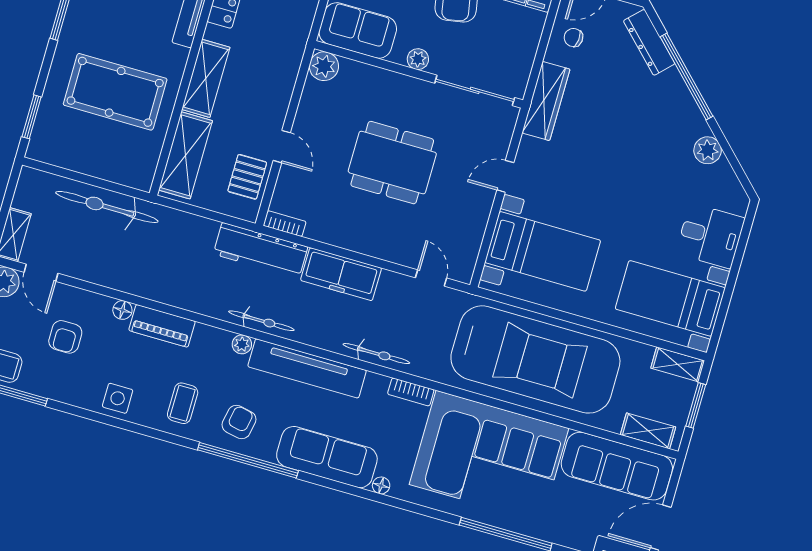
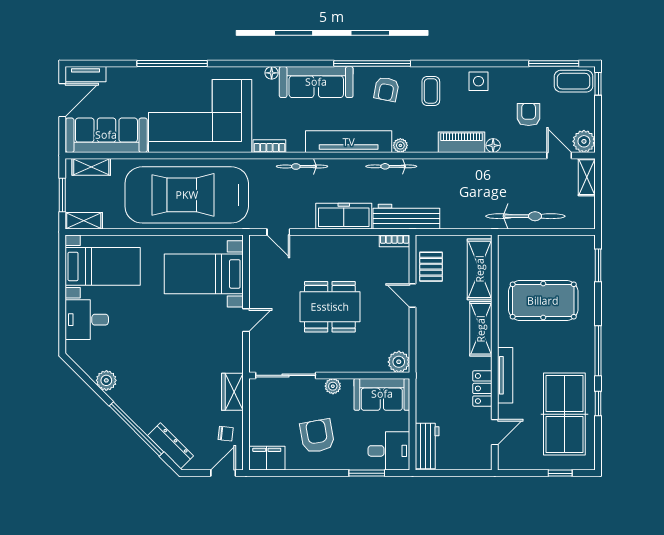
wardrobe: (546, 101) -> (232, 392), width x0.67

